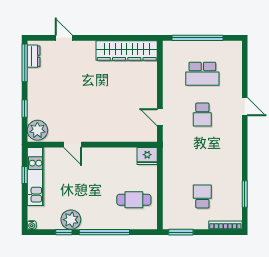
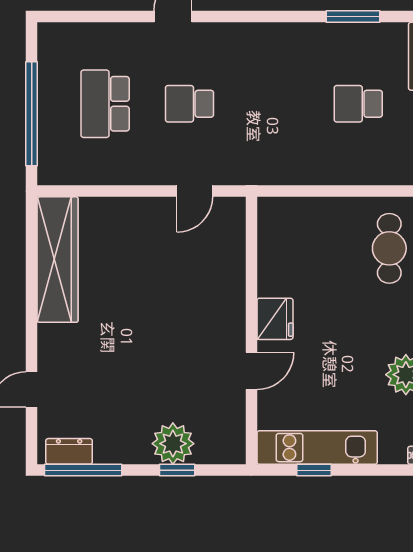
school desk: (202, 74) -> (105, 104), turned 180
school desk: (202, 115) -> (189, 104), turned 180
plant: (37, 130) -> (173, 444), moved
fridge: (147, 156) -> (275, 319), moved
cafe table: (134, 200) -> (389, 248), moved

